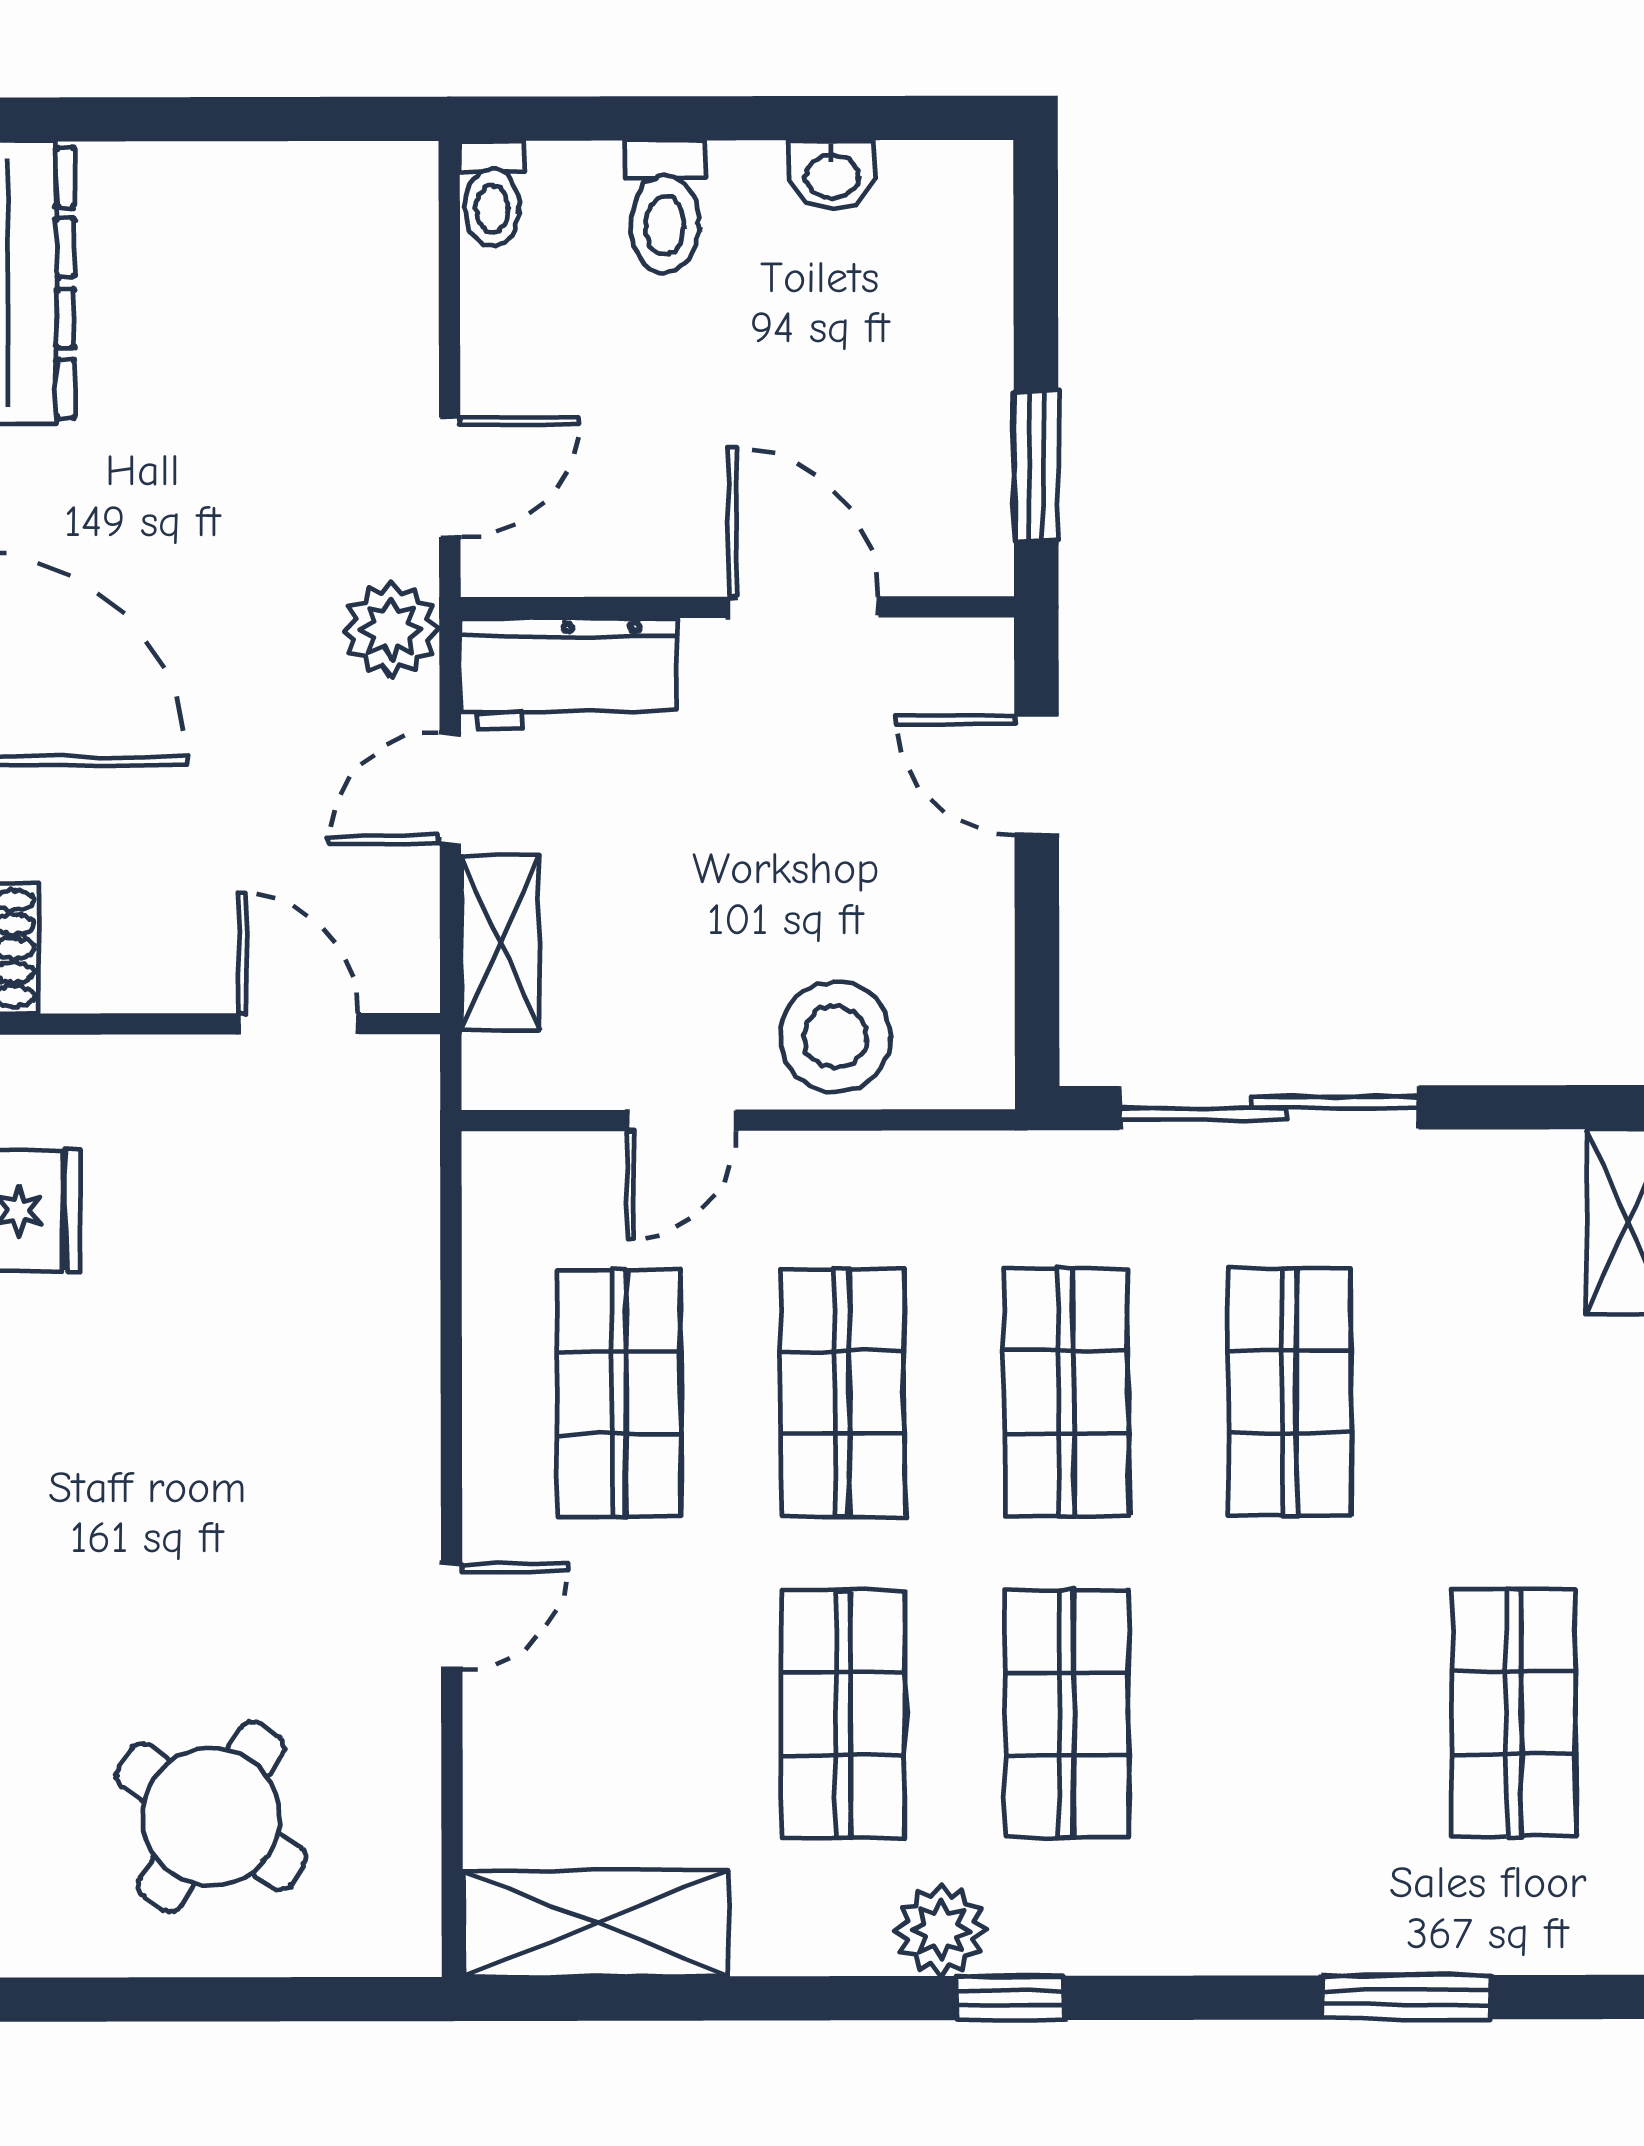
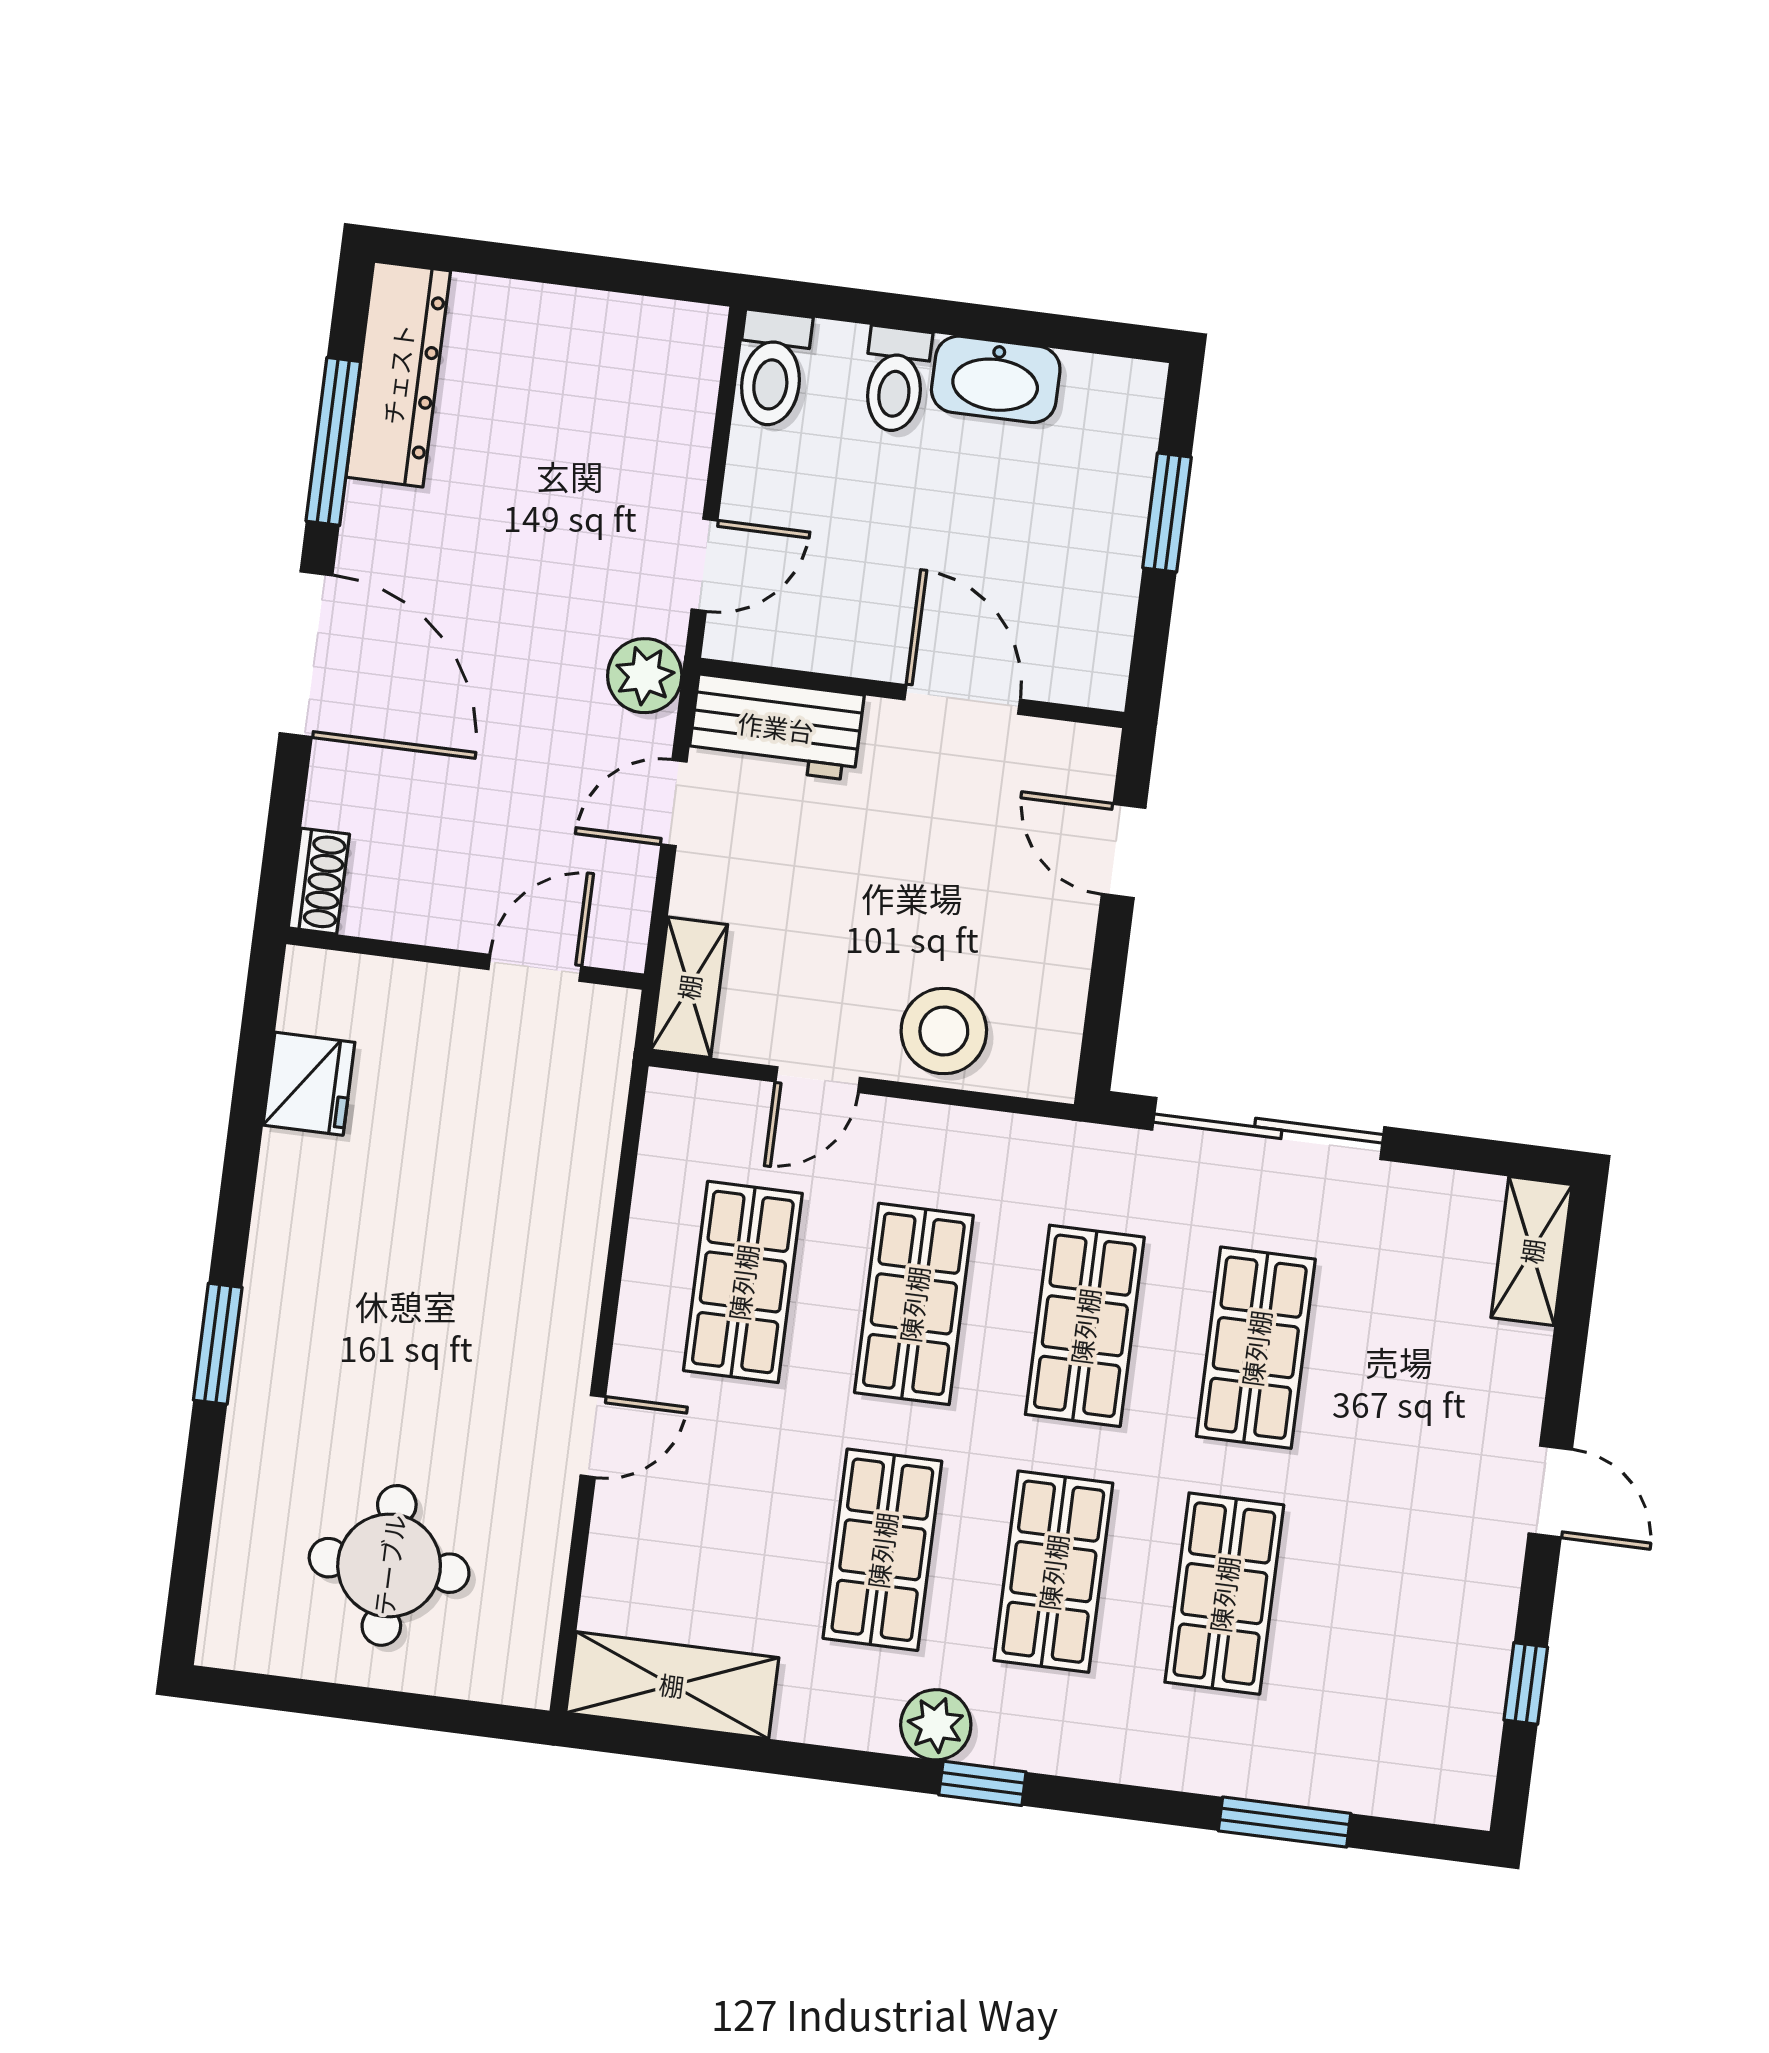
washbasin: (832, 174) -> (996, 379), width x1.91, depth x1.45
toilet: (492, 193) -> (772, 369), width x1.37, depth x1.39
window: (1036, 466) -> (1167, 512), moved
shelving: (500, 942) -> (689, 987), moved
door: (299, 1024) -> (535, 968), hinge flipped
shop shelf: (1514, 1713) -> (1224, 1594), moved
round table: (211, 1817) -> (389, 1565), turned -34

